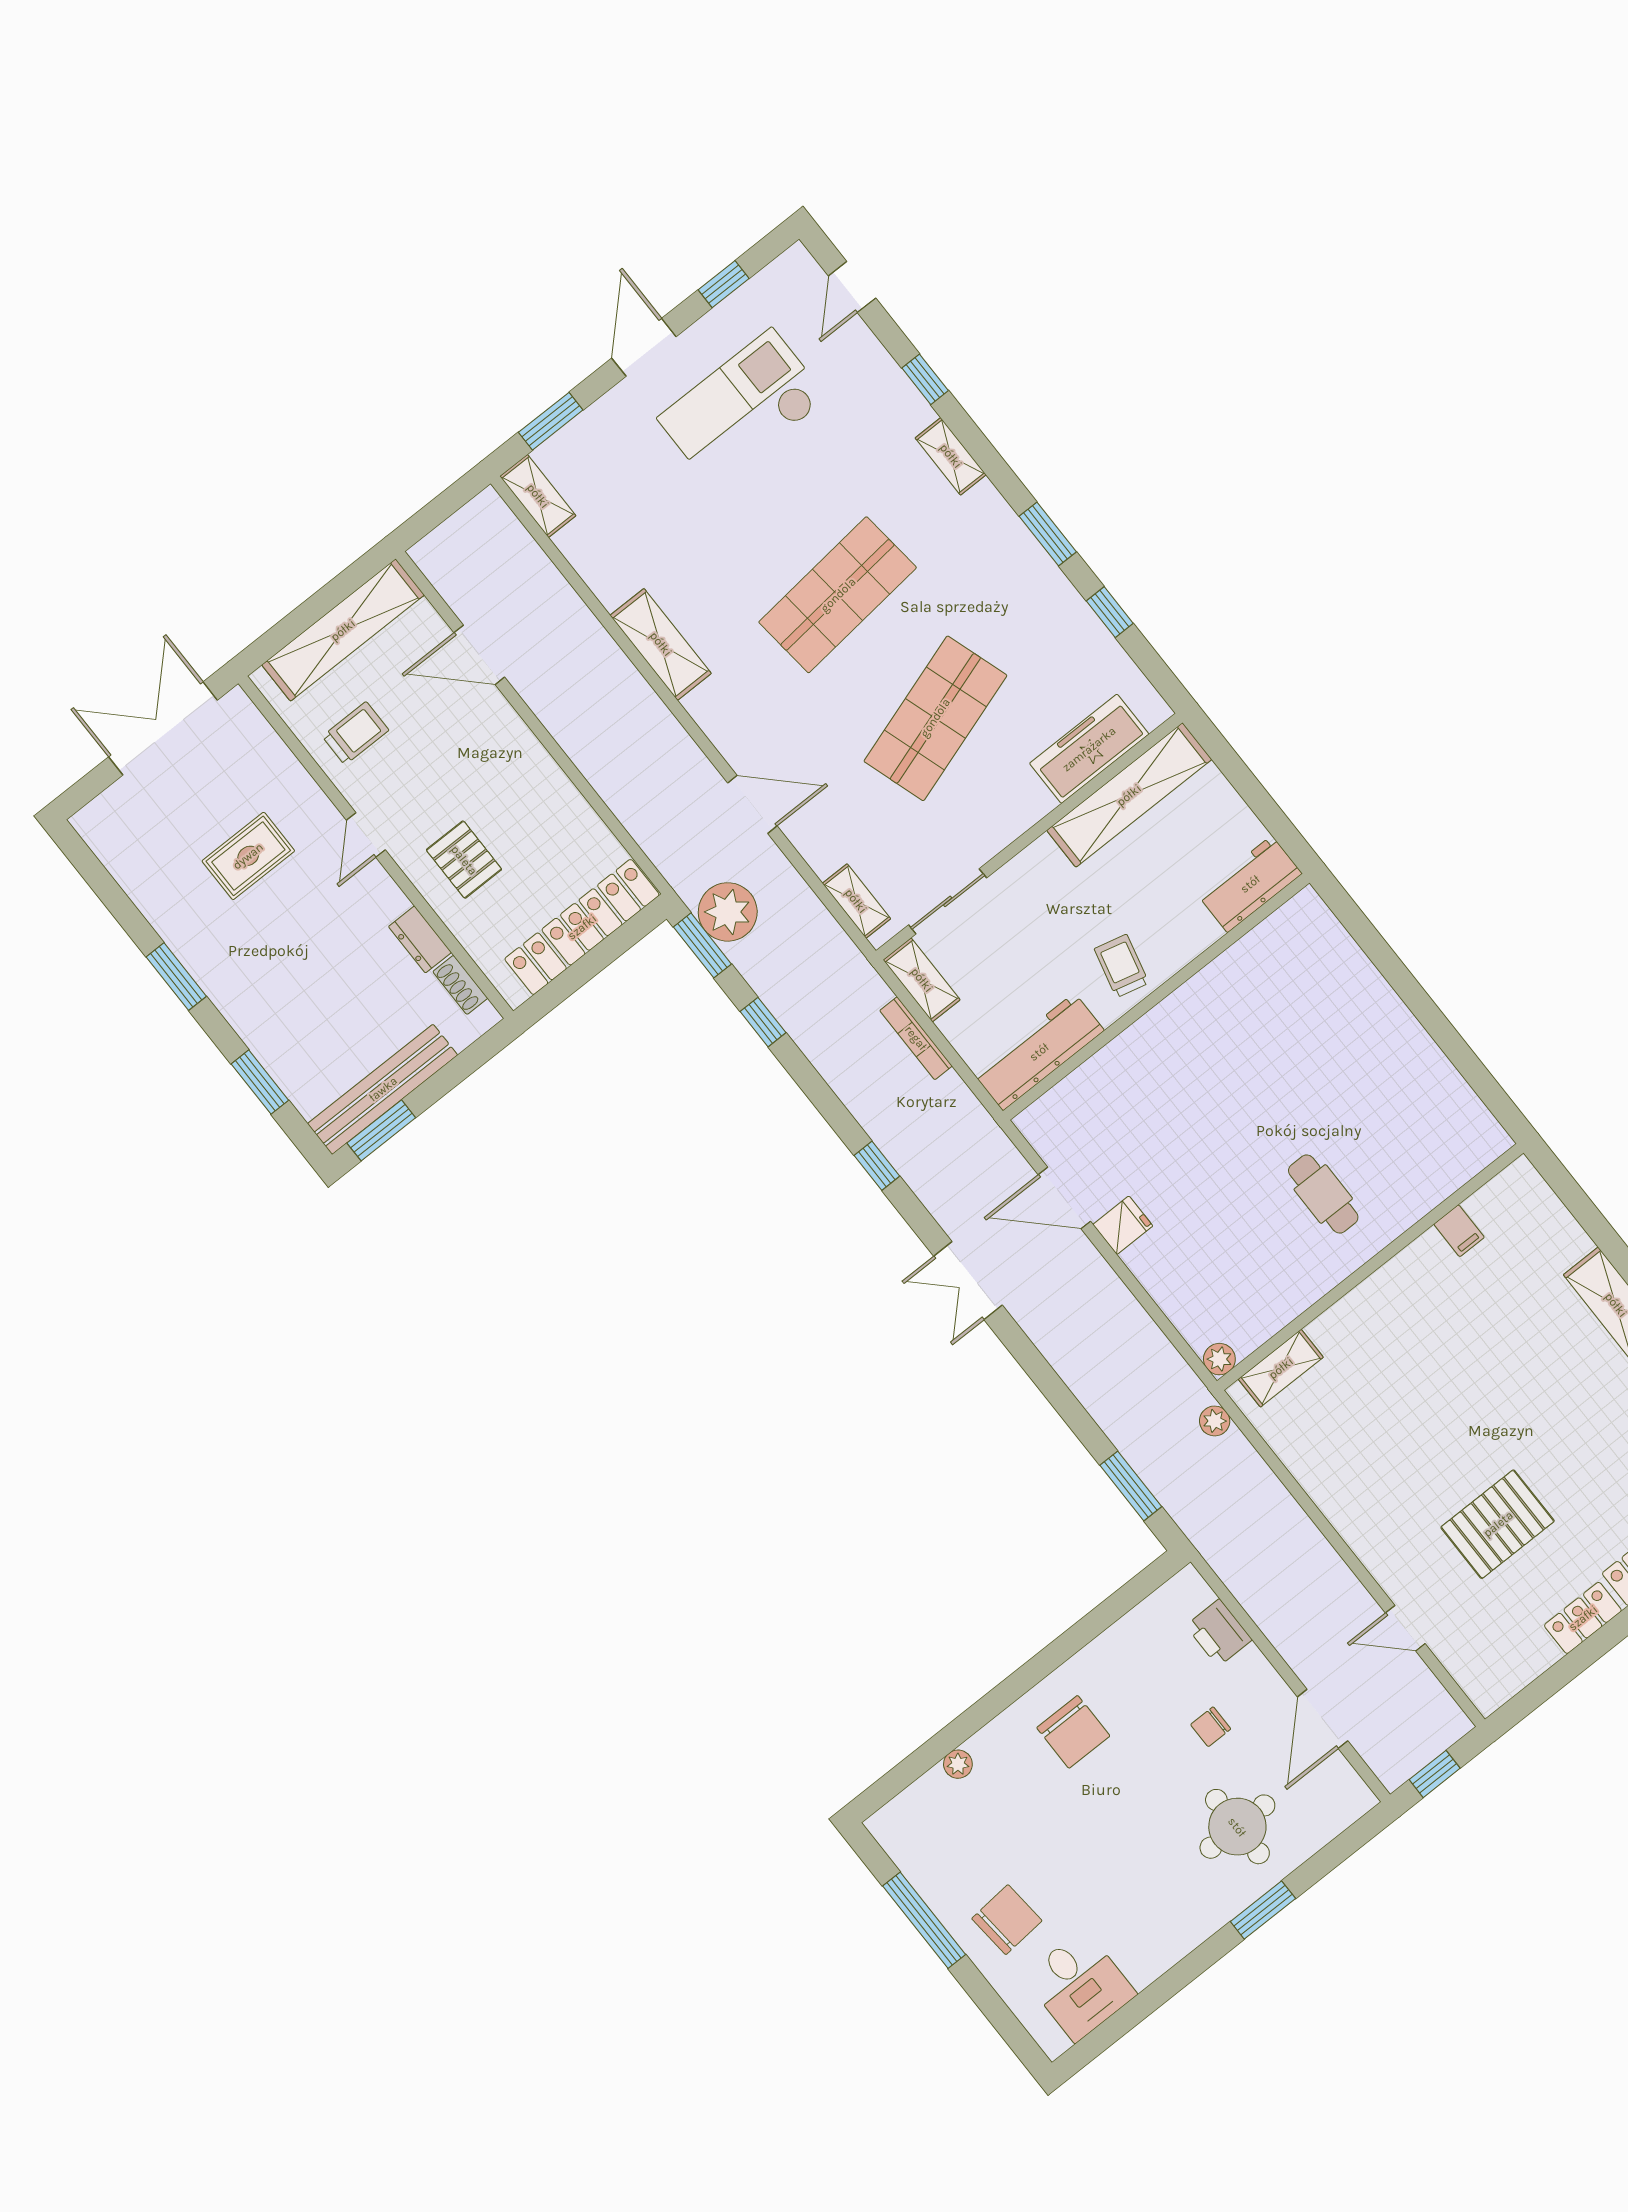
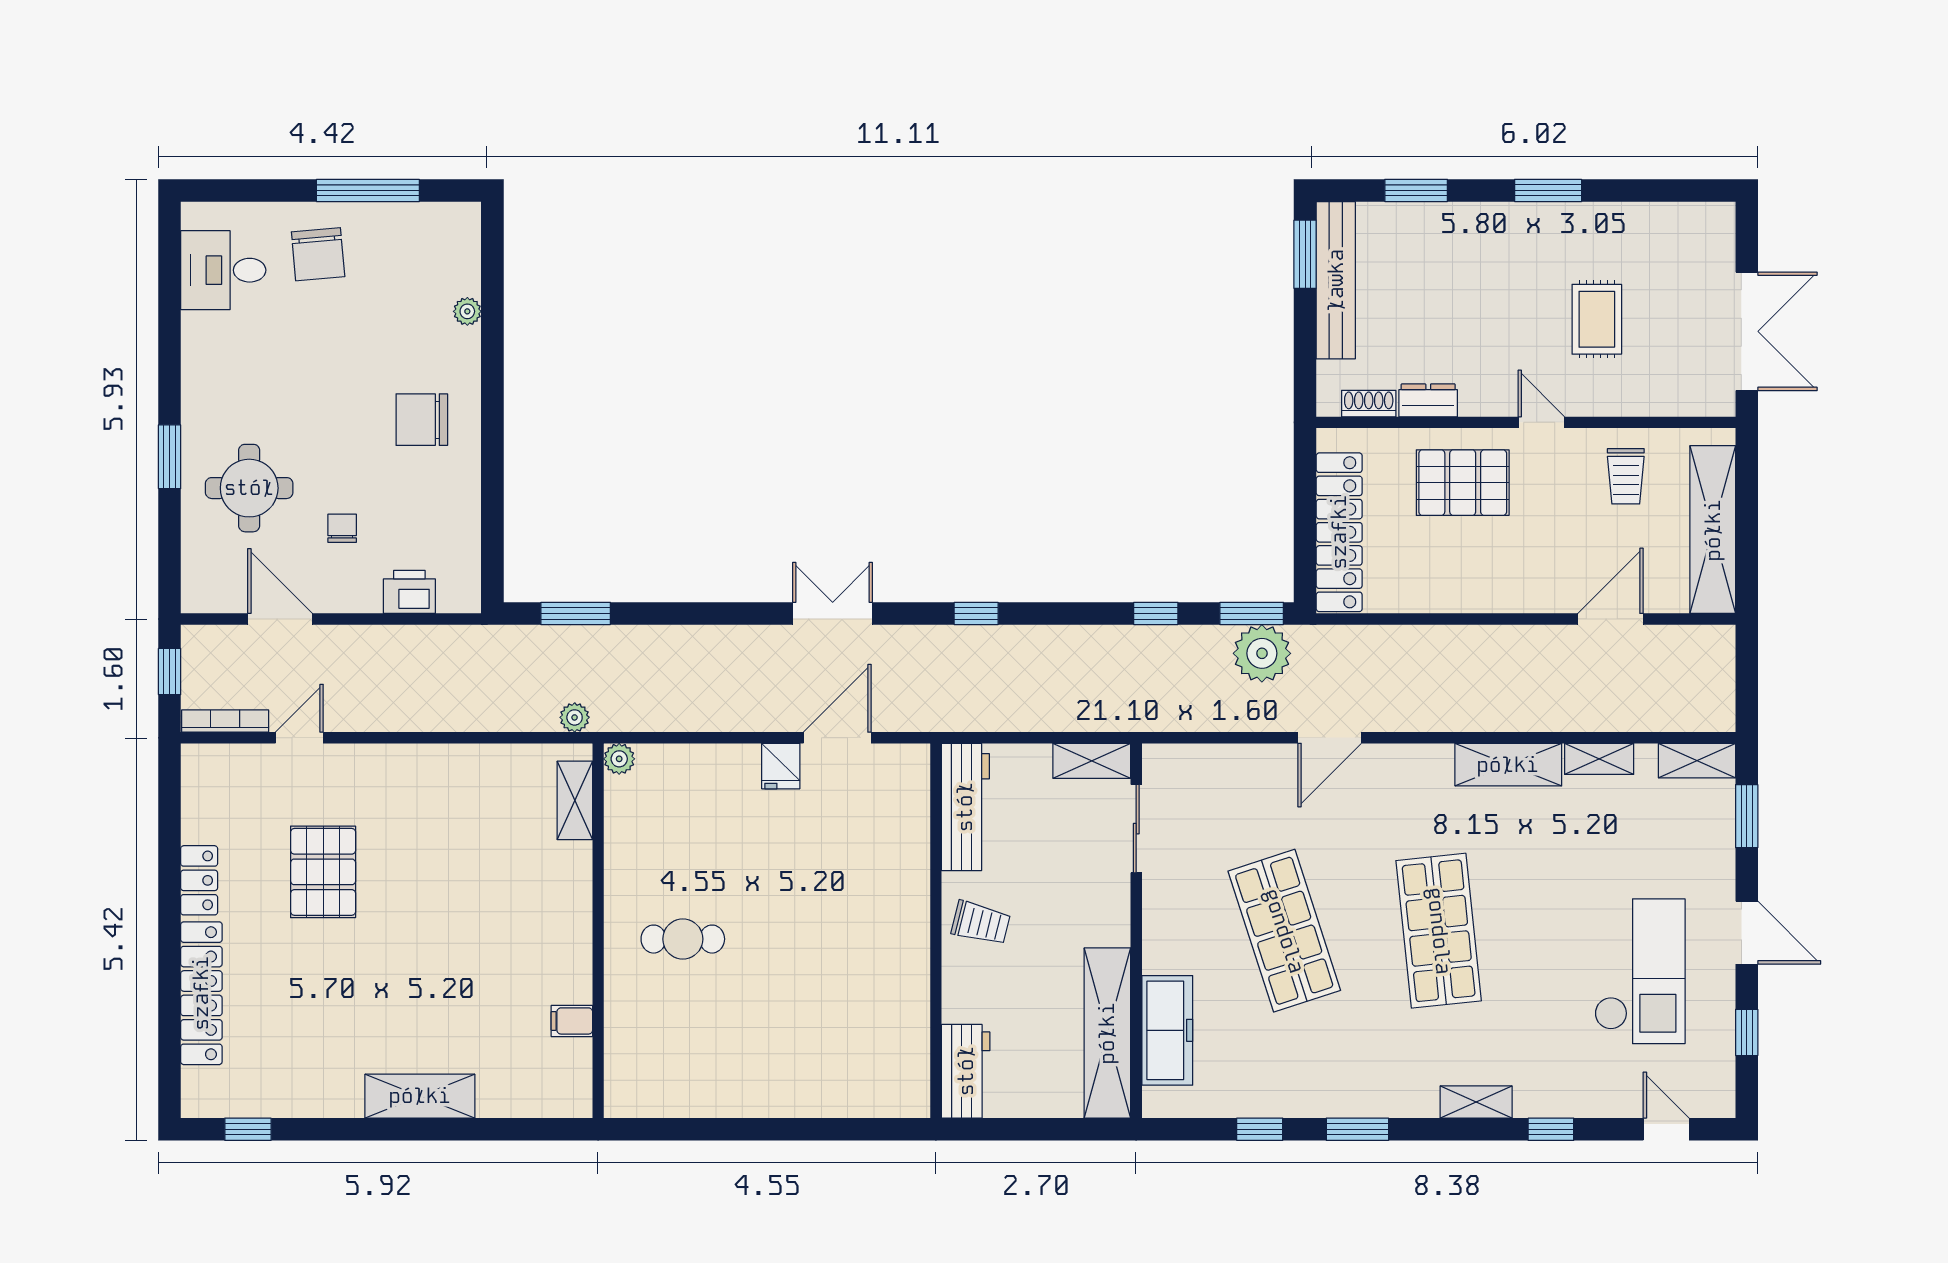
pallet: (464, 860) -> (1463, 483), width x1.50, depth x1.42
shelving: (856, 901) -> (1599, 759), moved
bookcase: (916, 1038) -> (225, 721), moved

